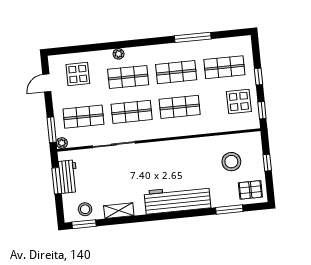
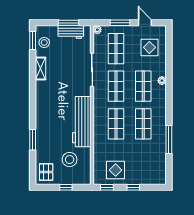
shop shelf: (224, 67) -> (143, 161), removed
window: (52, 130) -> (120, 23), moved
workbench: (177, 199) -> (82, 122), moved, turned 180
window: (229, 209) -> (33, 140), moved

